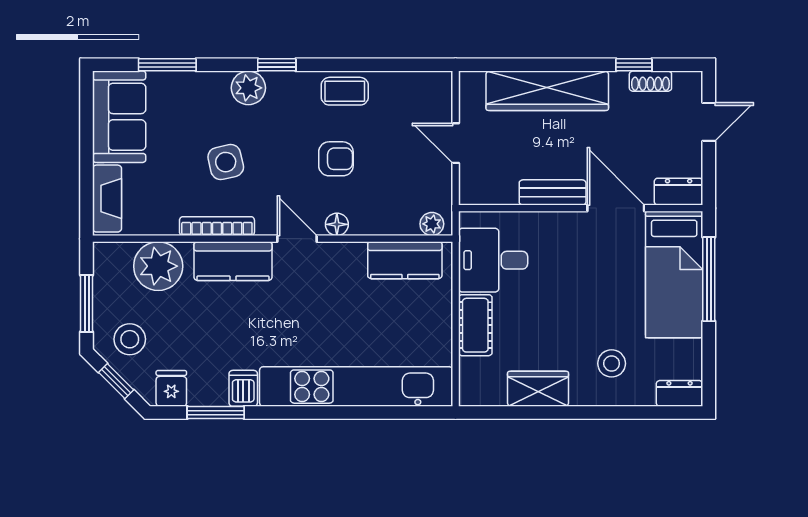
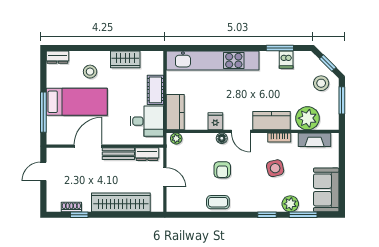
window: (277, 65) -> (267, 215), moved
plant: (248, 88) -> (290, 204), moved
door: (709, 122) -> (43, 171), moved
armchair: (336, 159) -> (222, 170), turned -90
dresser: (679, 192) -> (147, 154), moved
fireplace: (107, 199) -> (314, 140), moved, turned -90
door: (616, 208) -> (88, 146), swing flipped
bookcase: (217, 226) -> (279, 137), width x0.64
kitchen counter: (405, 260) -> (175, 112), moved, turned 90
bed: (674, 275) -> (77, 102), moved, turned 90
fridge: (171, 388) -> (215, 121), moved, turned 180
dishwasher: (243, 388) -> (286, 60), moved

